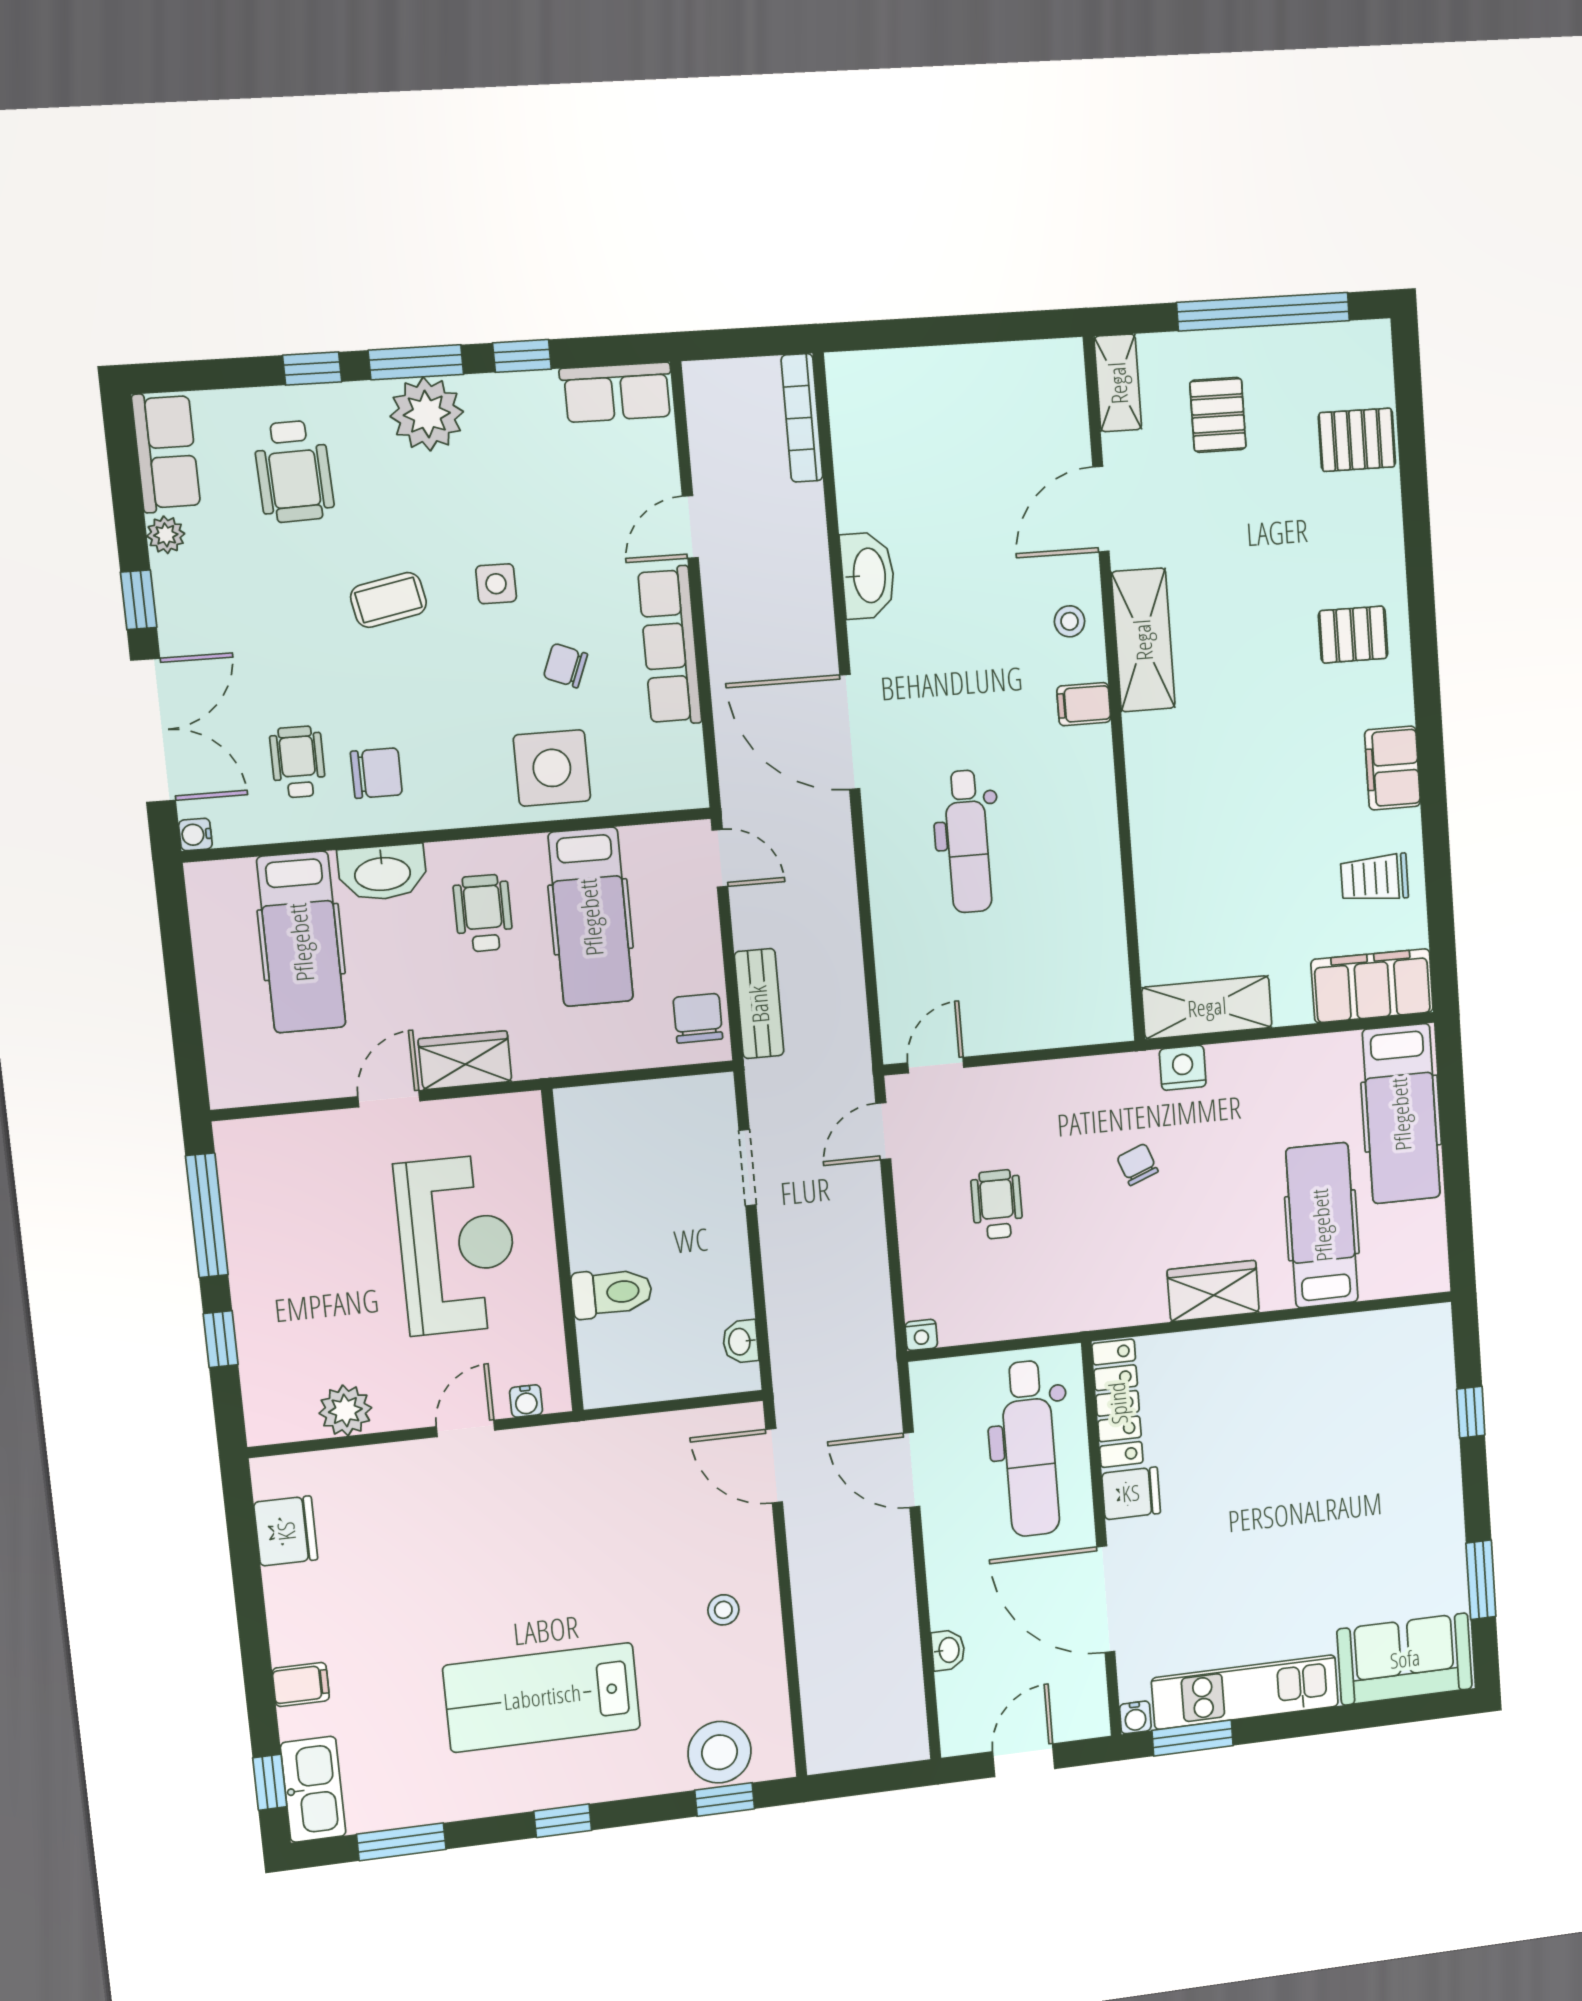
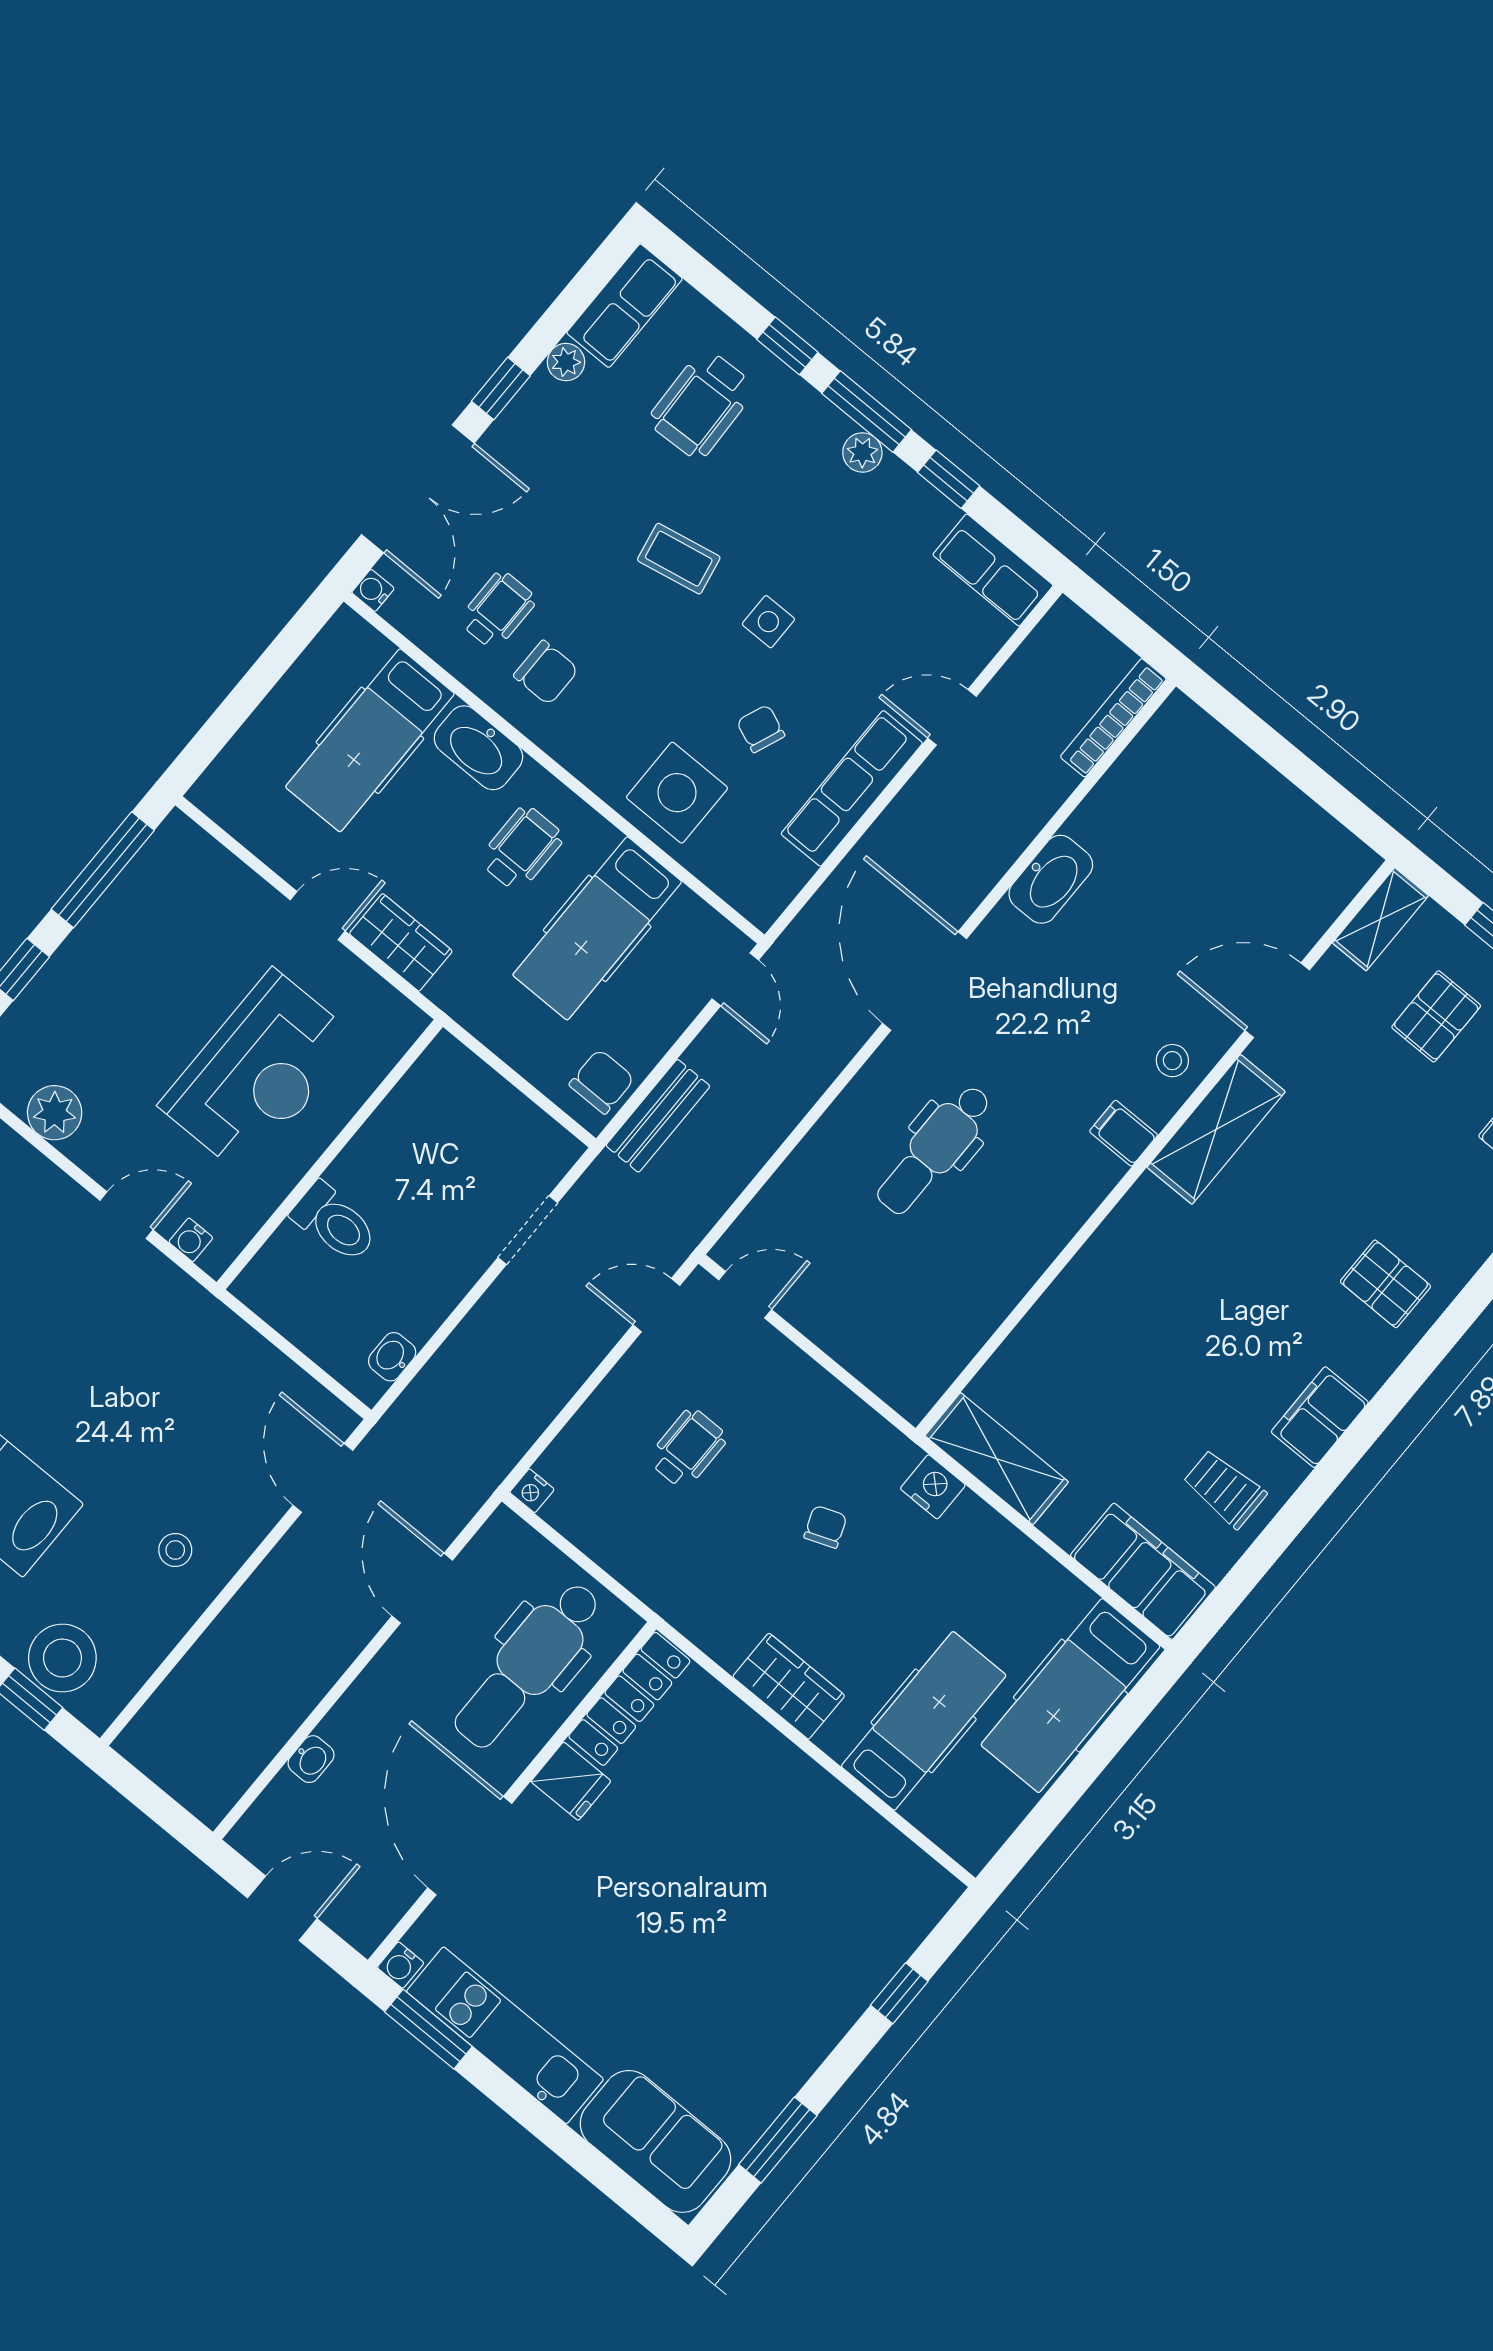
plant: (427, 414) -> (862, 452), width x0.53, depth x0.53

